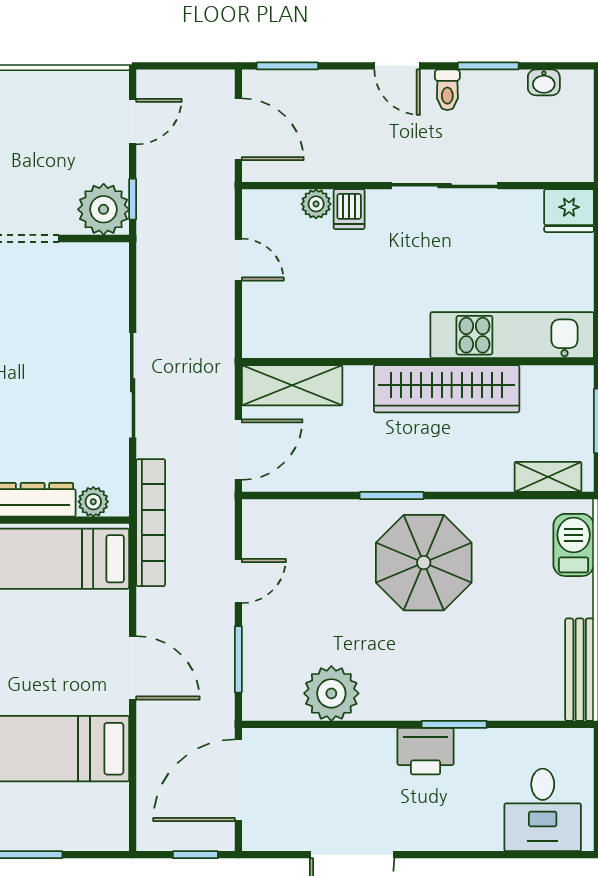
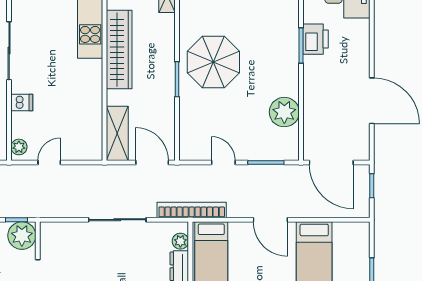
plant: (316, 204) -> (19, 147), moved
door: (133, 668) -> (270, 220), swing flipped
printer: (426, 751) -> (316, 39), moved

